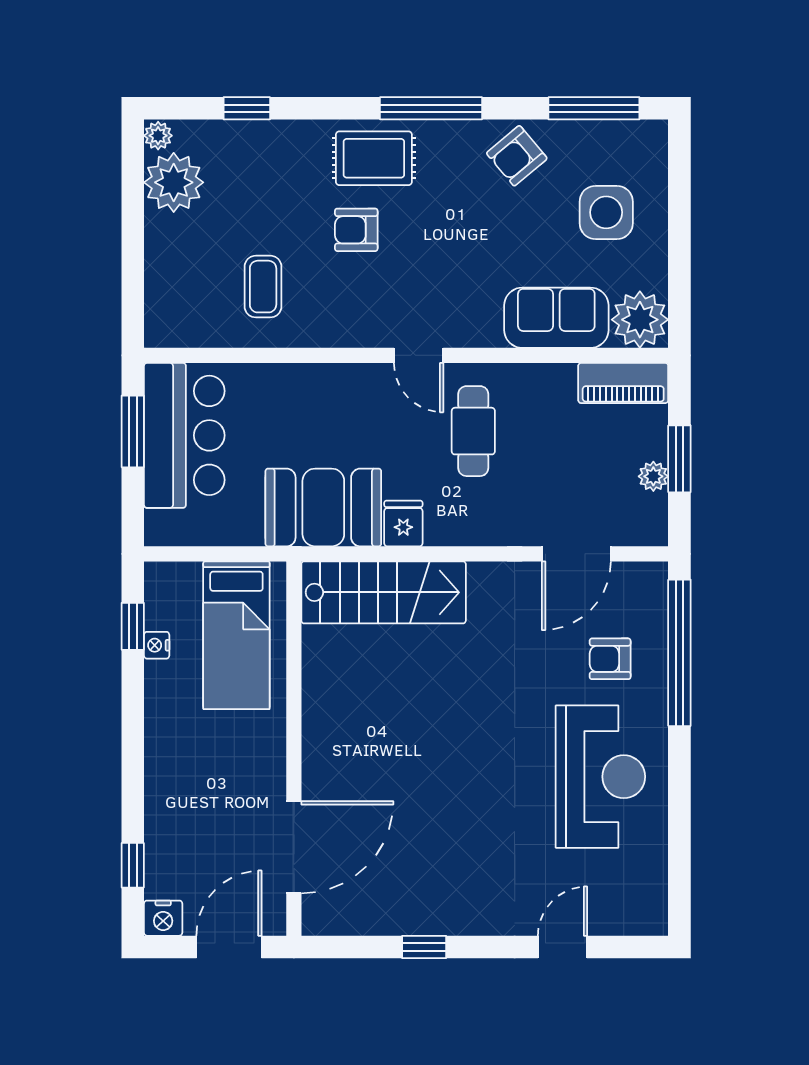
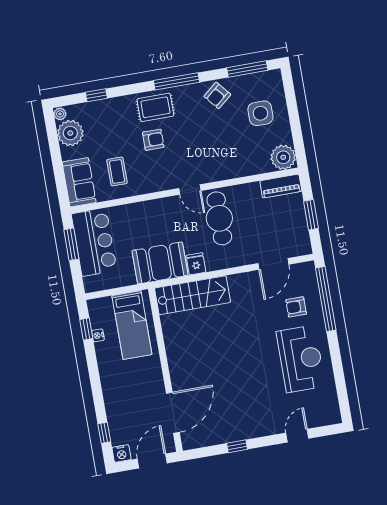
armchair: (356, 230) -> (153, 140), turned 180
sofa: (556, 318) -> (79, 182), moved, turned 90
cafe table: (473, 431) -> (219, 218), width x1.37, depth x1.35
plant: (653, 476) -> (301, 224), removed

